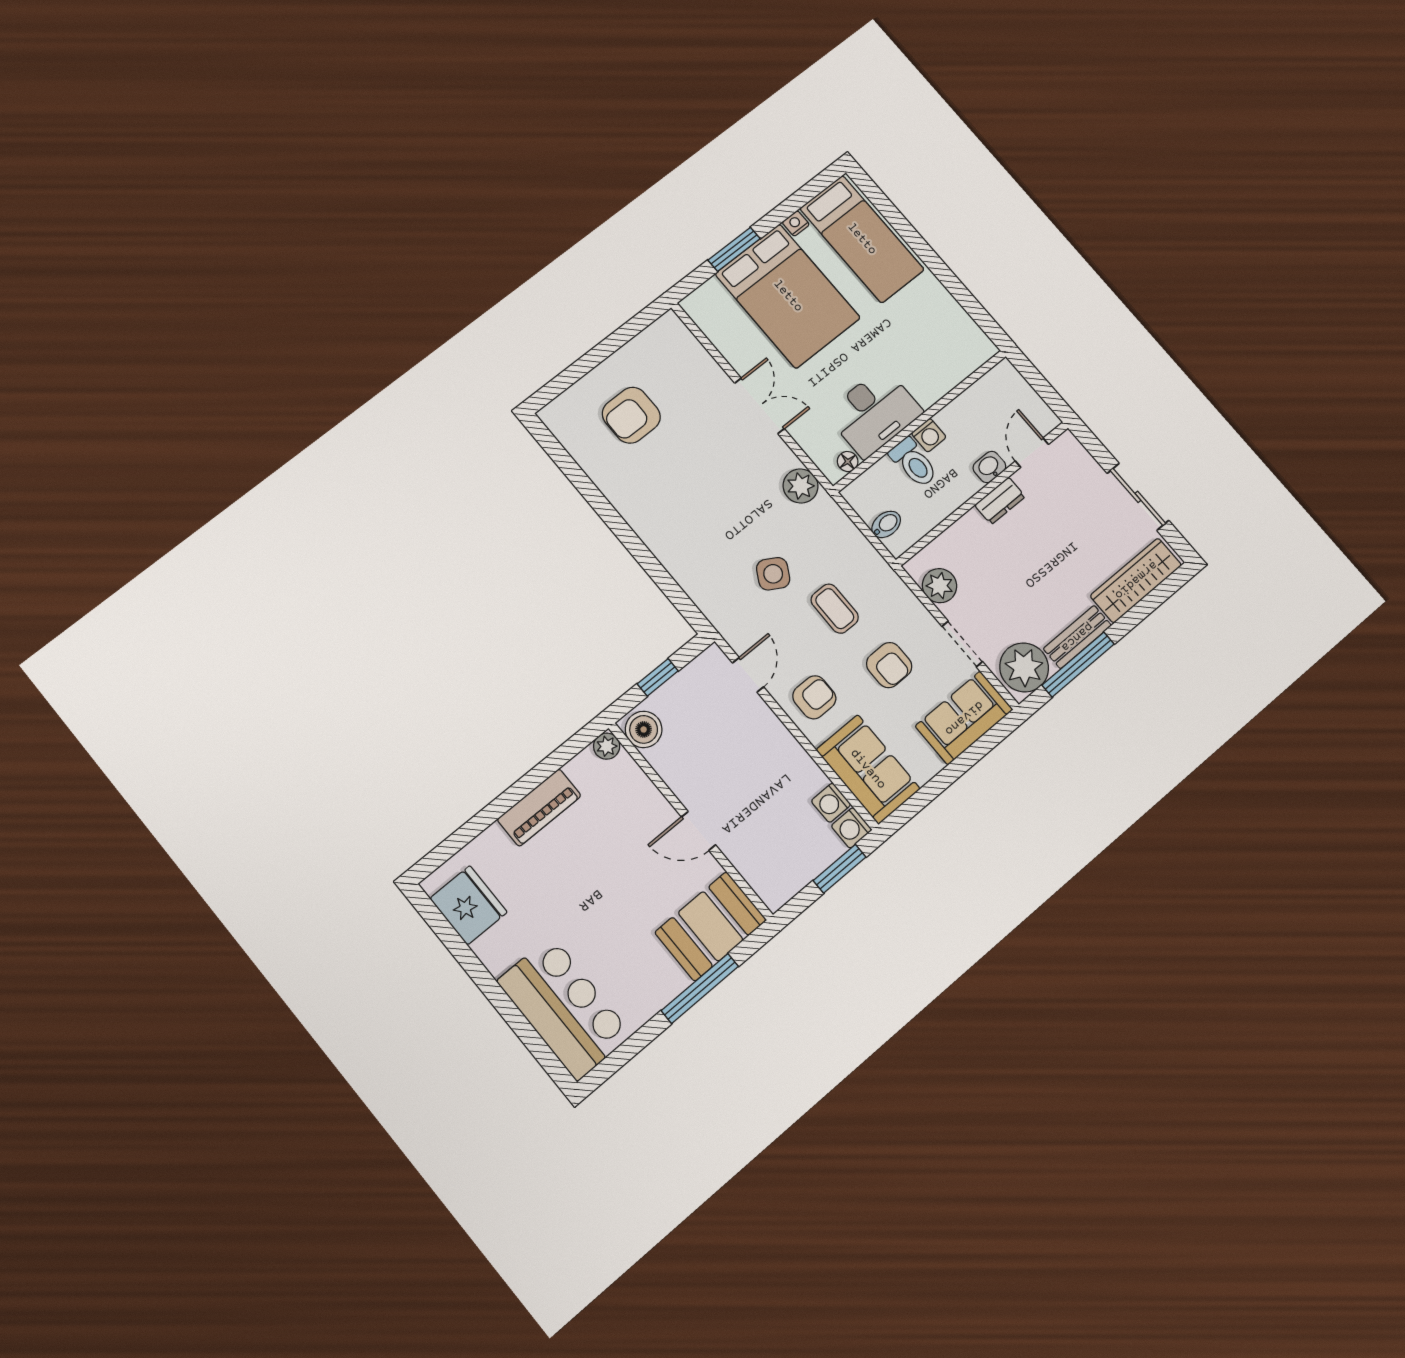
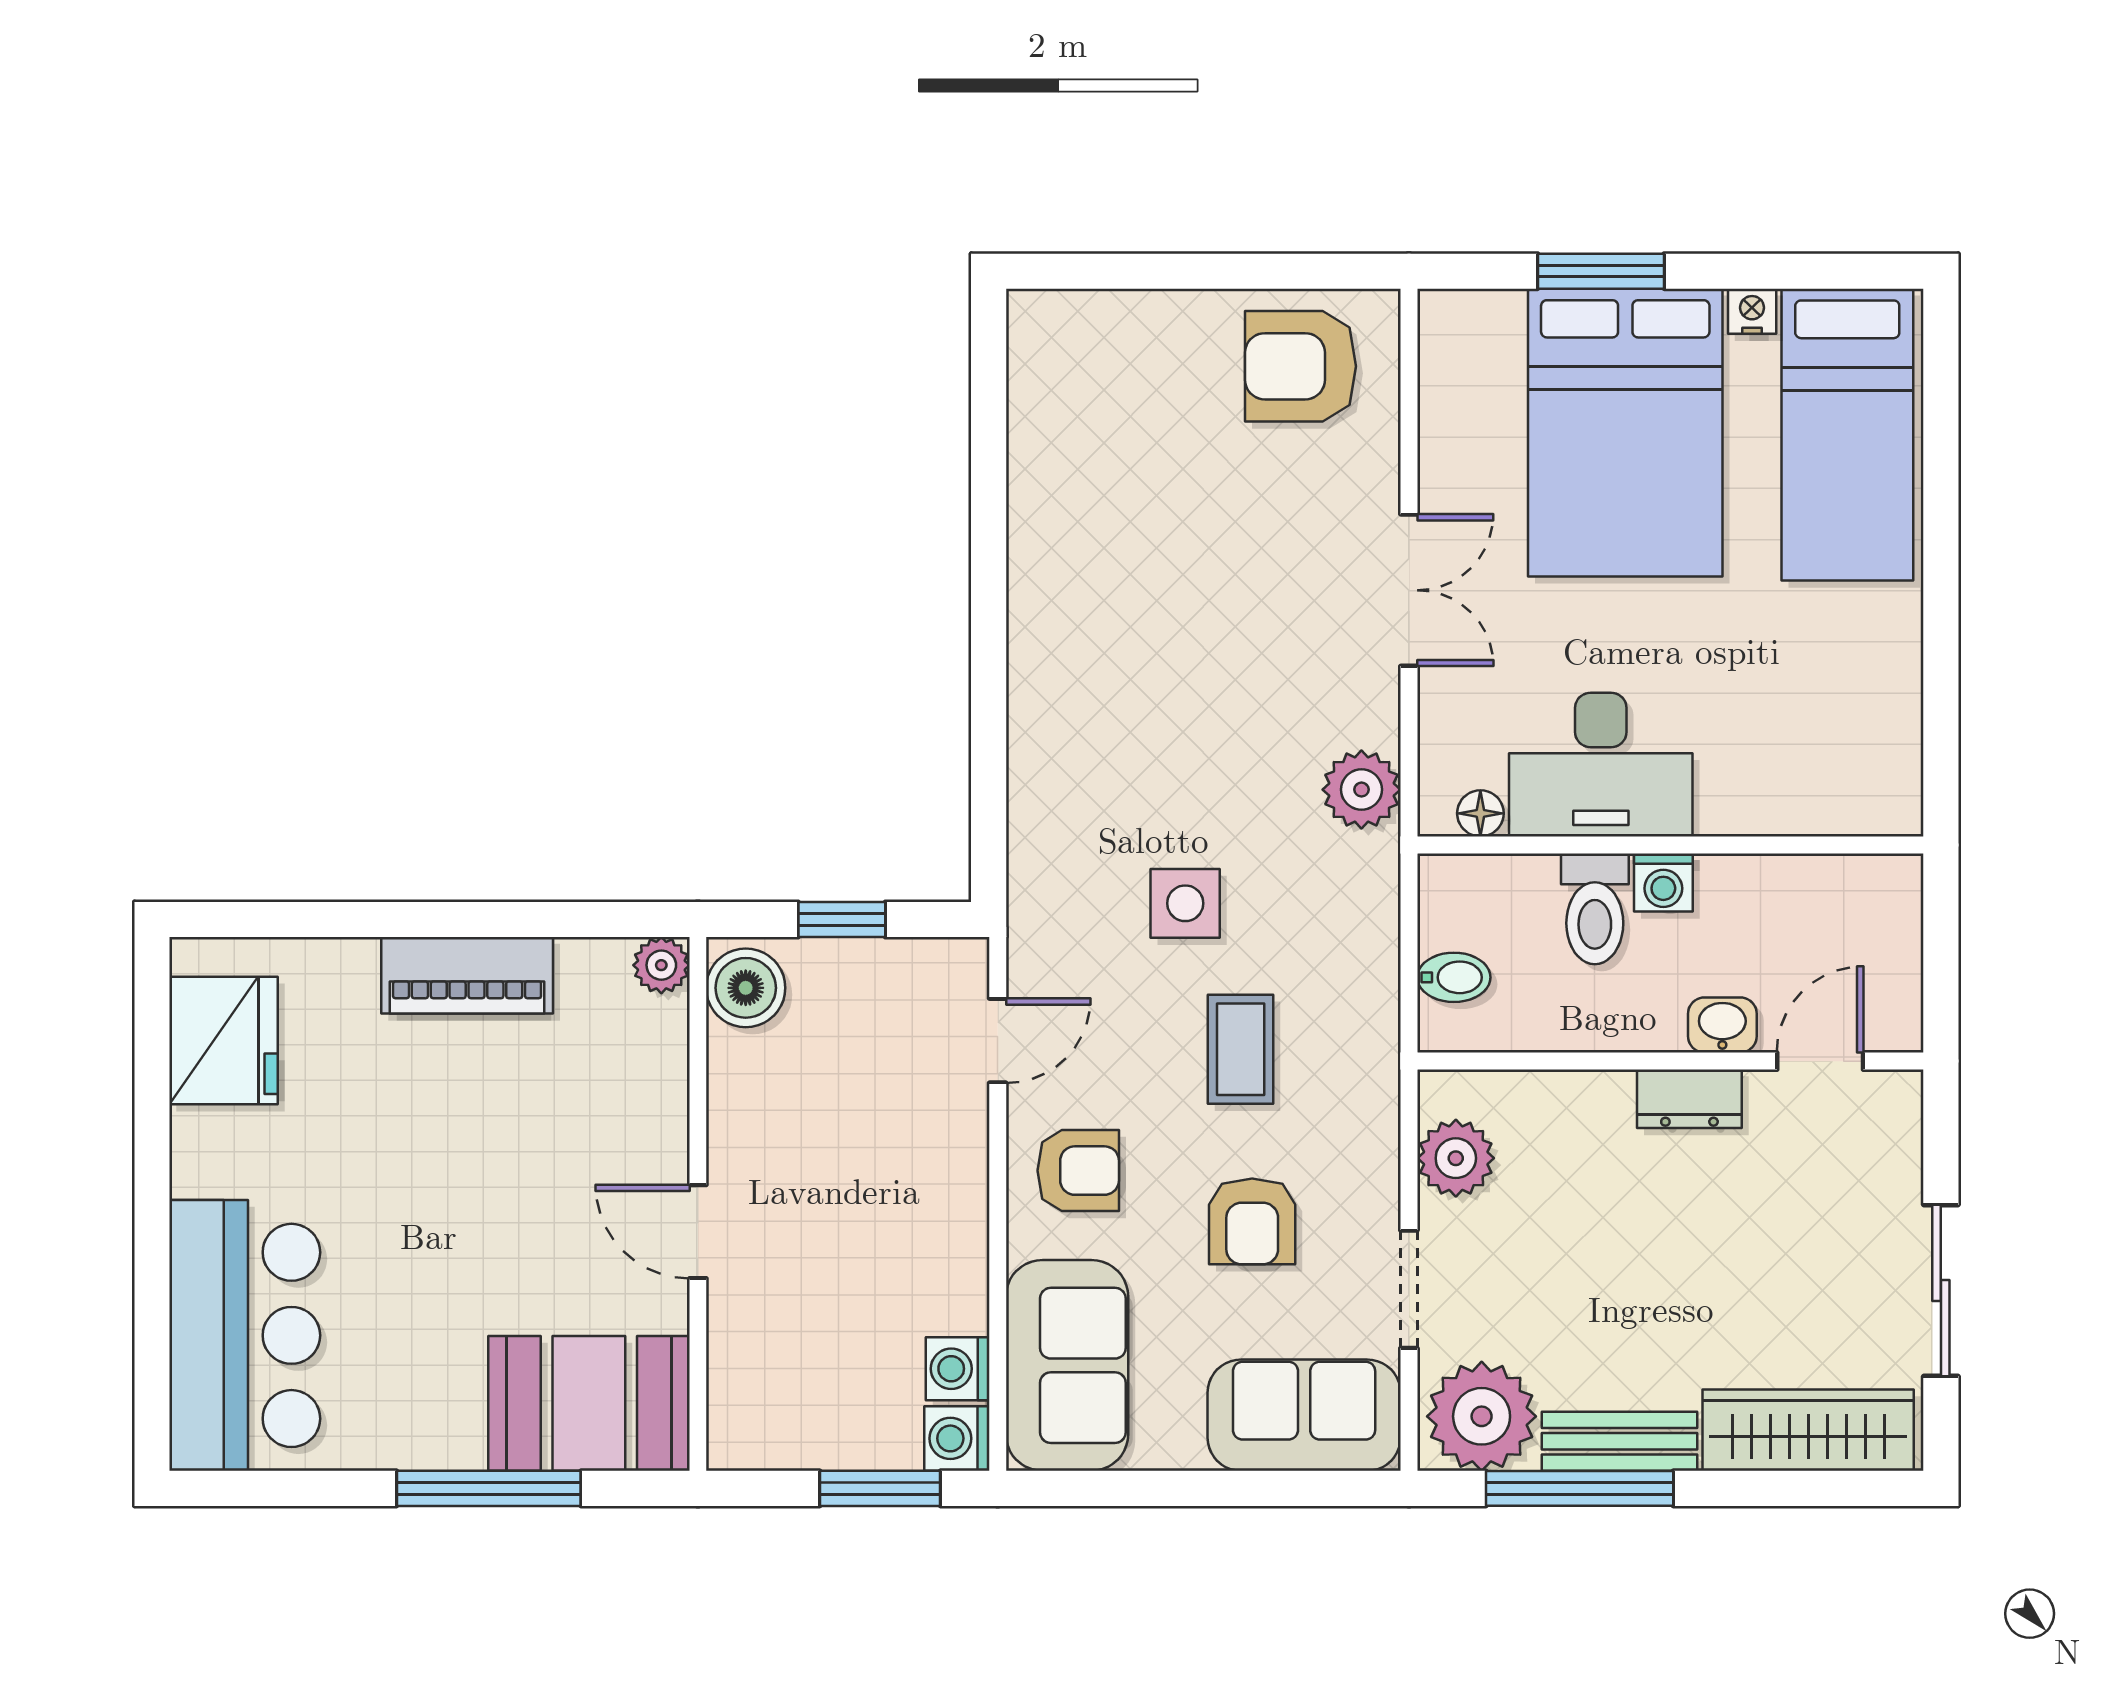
armchair: (631, 415) -> (1301, 366), moved
side table: (773, 574) -> (1185, 903), turned -30

